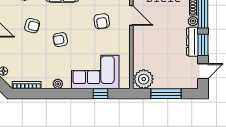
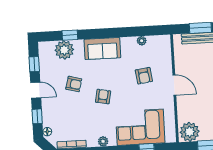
door: (131, 15) -> (174, 85), moved
armchair: (60, 40) -> (103, 97), turned 112

